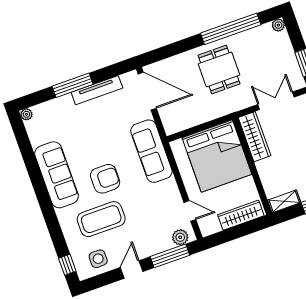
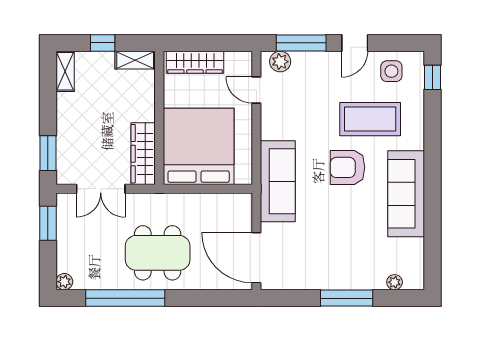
dining table: (219, 69) -> (158, 253), width x1.38
tv unit: (97, 90) -> (318, 281), removed
plant: (26, 114) -> (395, 282), moved

